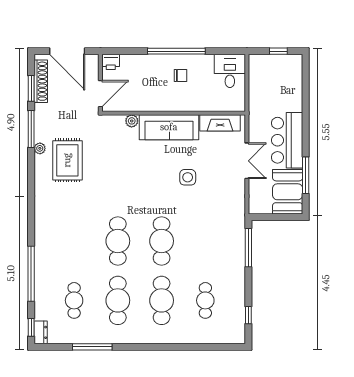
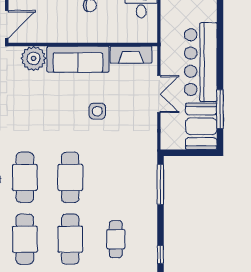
plant: (132, 121) -> (33, 58), width x1.88, depth x1.88
bar counter: (287, 140) -> (201, 62), width x1.36

